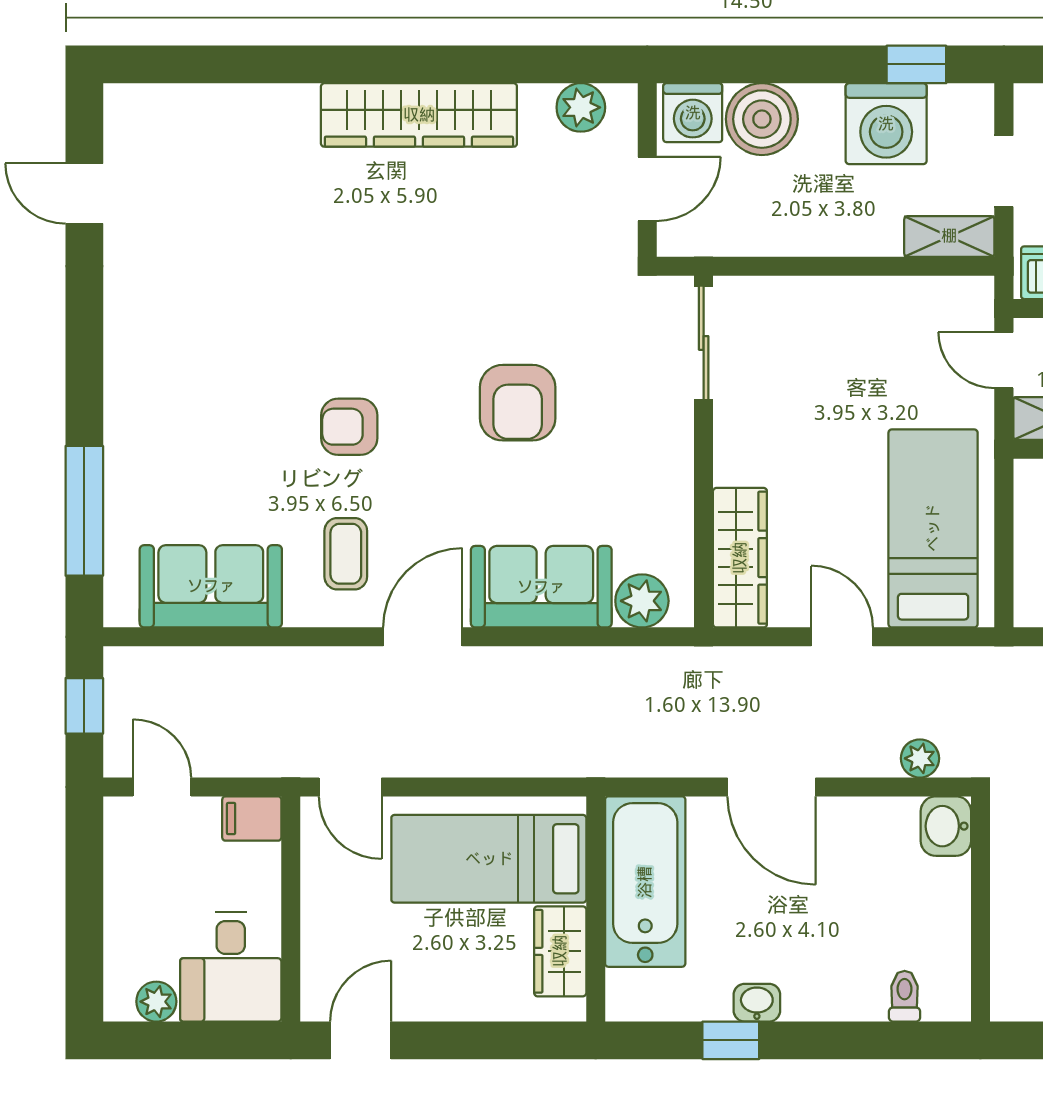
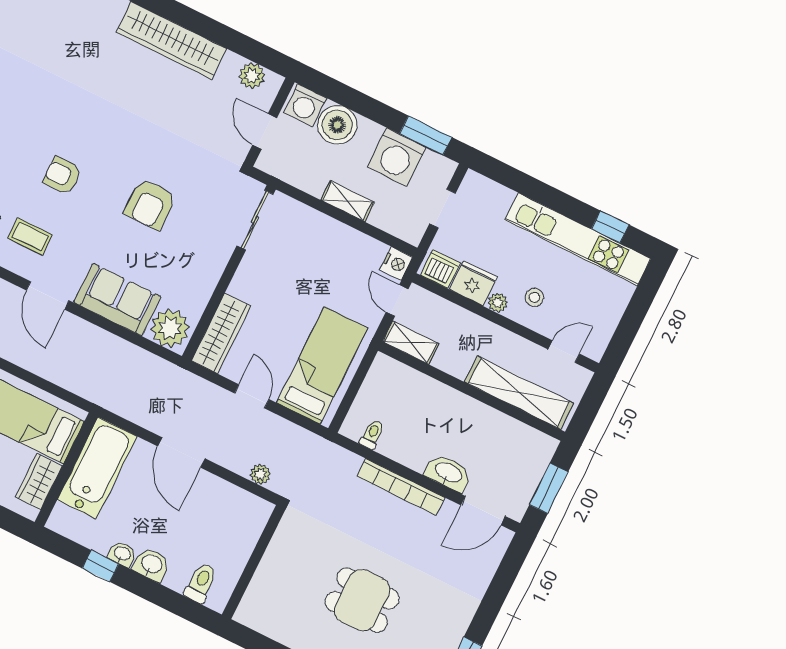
window: (916, 64) -> (426, 136), width x1.50
door: (647, 189) -> (265, 131), swing flipped
shelving: (949, 236) -> (347, 201), moved
nightstand: (972, 300) -> (396, 264), added
coffee table: (346, 554) -> (30, 236), turned 90
plant: (642, 601) -> (170, 328), width x1.36, depth x1.36
door: (423, 637) -> (48, 295), swing flipped
washbasin: (946, 826) -> (151, 565), moved, turned 90
toilet: (905, 996) -> (201, 583), width x1.37, depth x1.39

